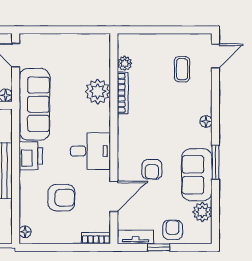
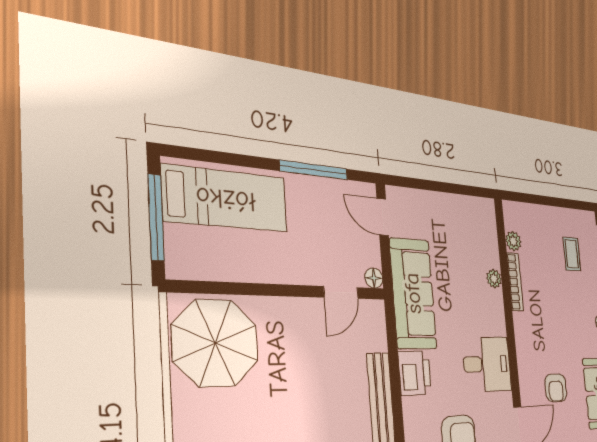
plant: (98, 91) -> (494, 279), width x0.53, depth x0.53

